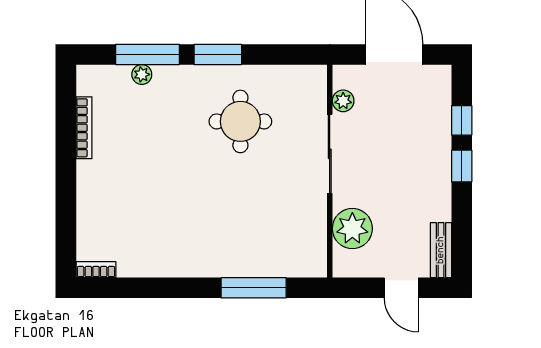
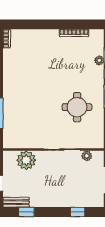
window: (462, 166) -> (26, 212), moved

